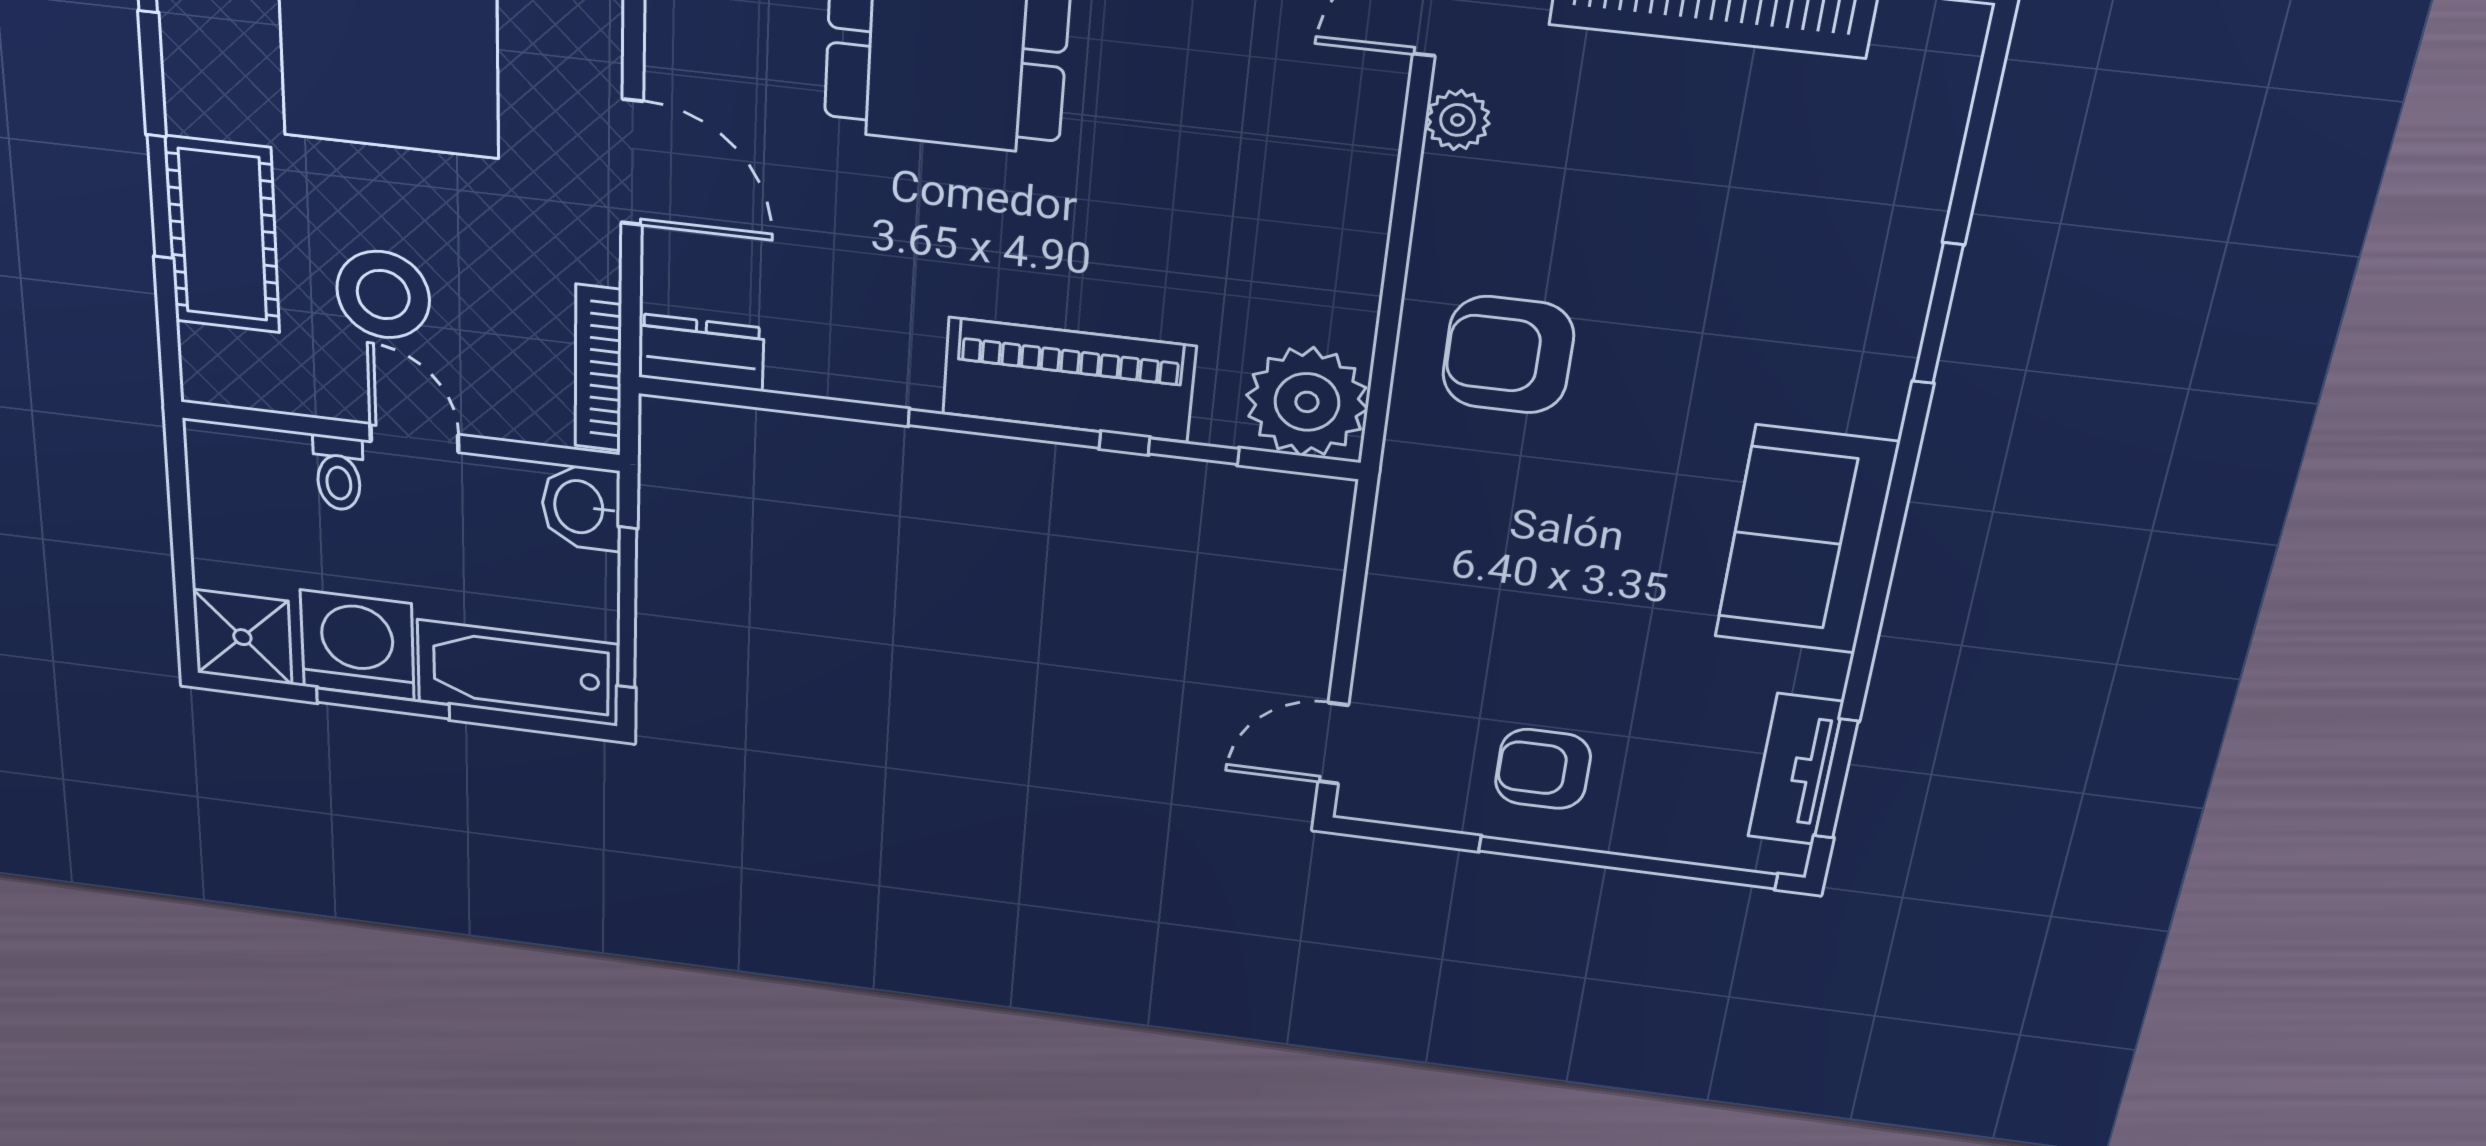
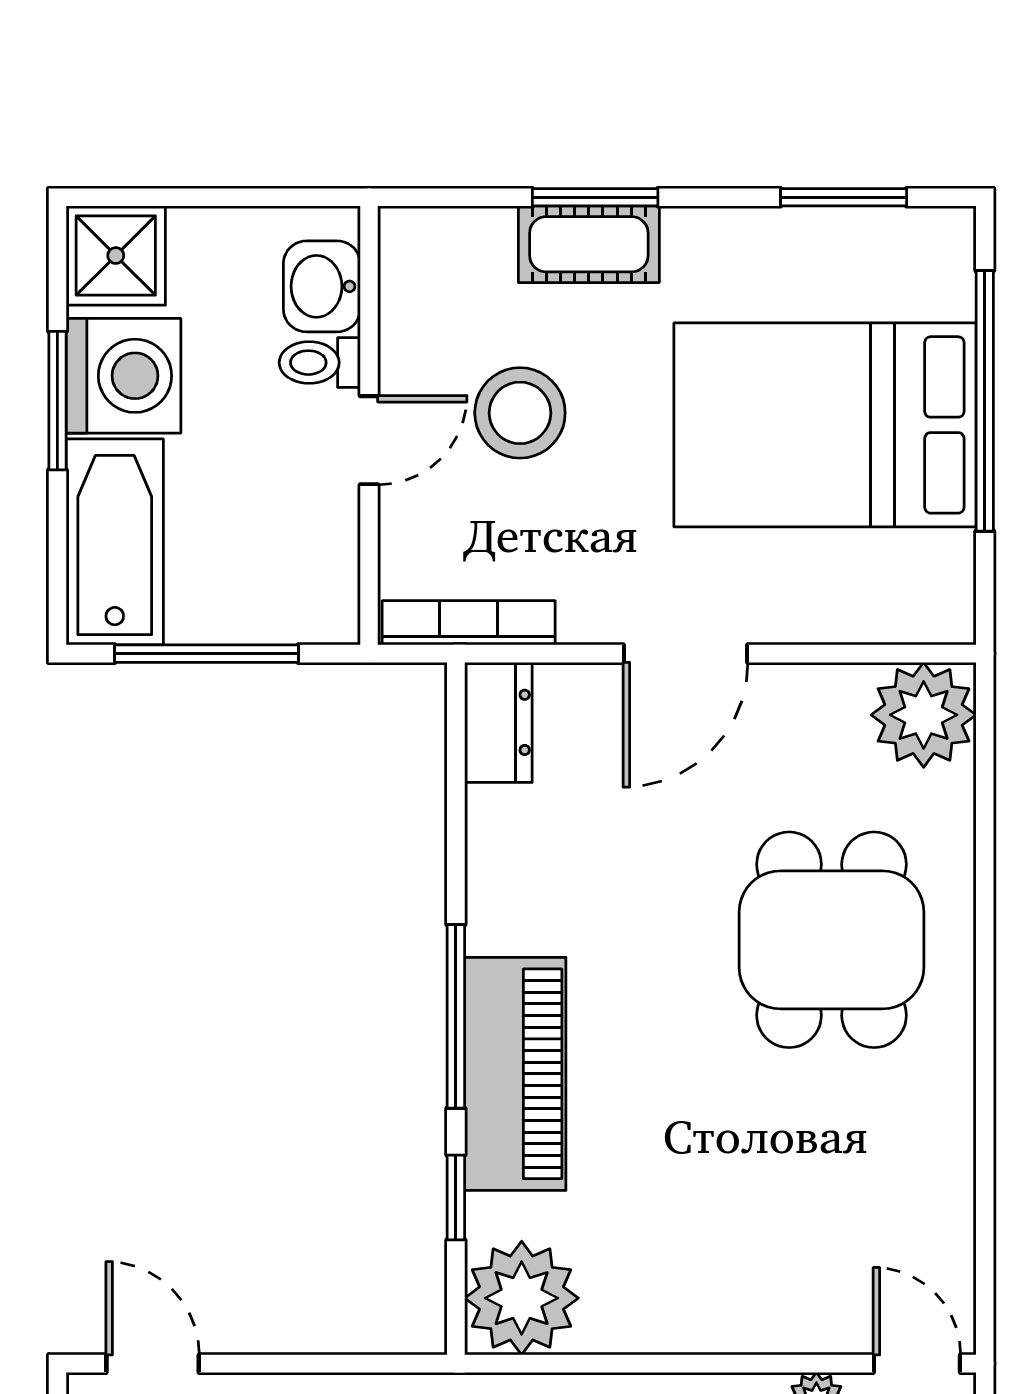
cot: (223, 235) -> (589, 244), width x0.73, depth x0.75
washbasin: (581, 507) -> (322, 286), moved, turned -90

